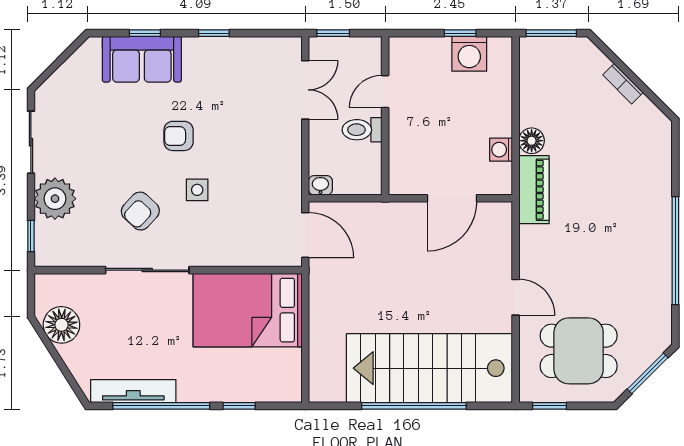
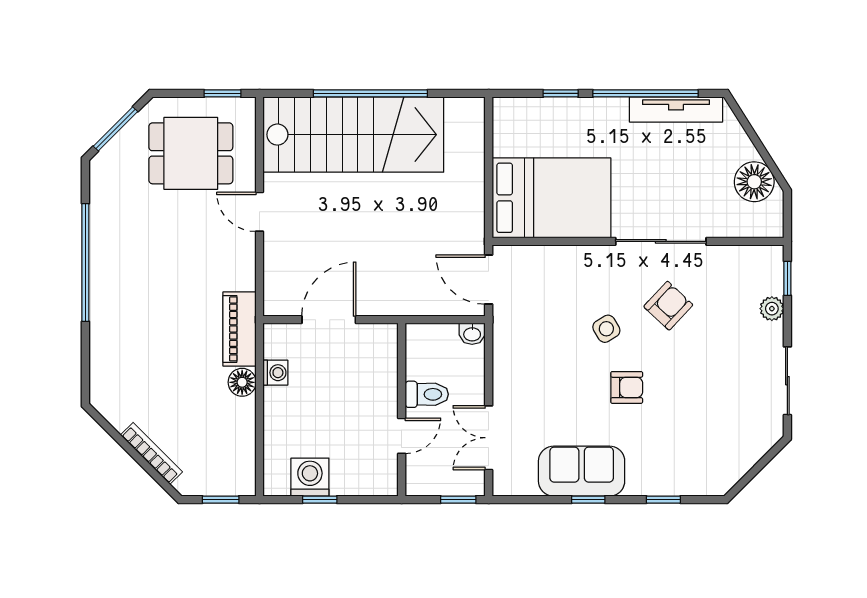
window: (551, 33) -> (221, 500), width x0.67
sofa: (142, 59) -> (582, 471), moved
bookcase: (623, 84) -> (151, 453), width x1.56
side table: (197, 190) -> (606, 329), turned -31
plant: (55, 199) -> (772, 309), width x0.53, depth x0.53

